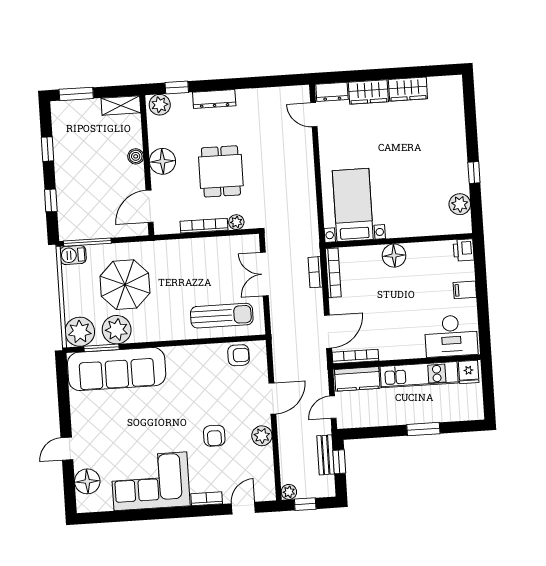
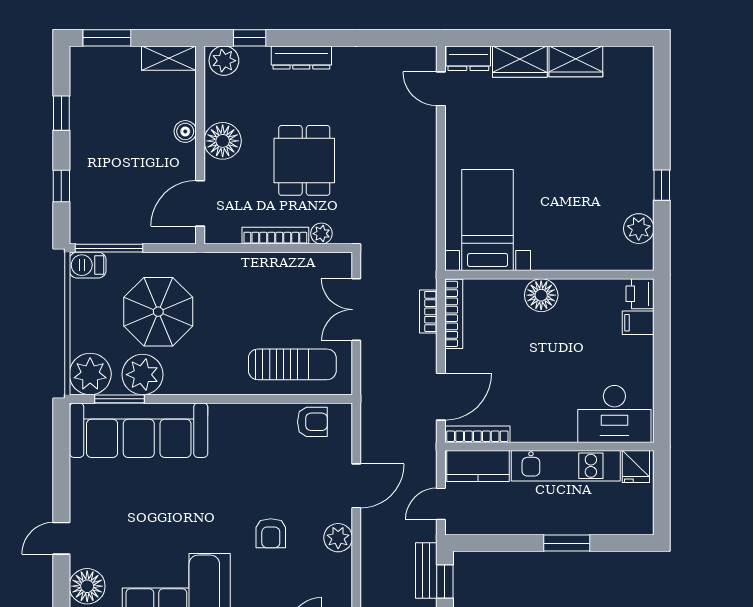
filing cabinet: (465, 290) -> (638, 323), moved

